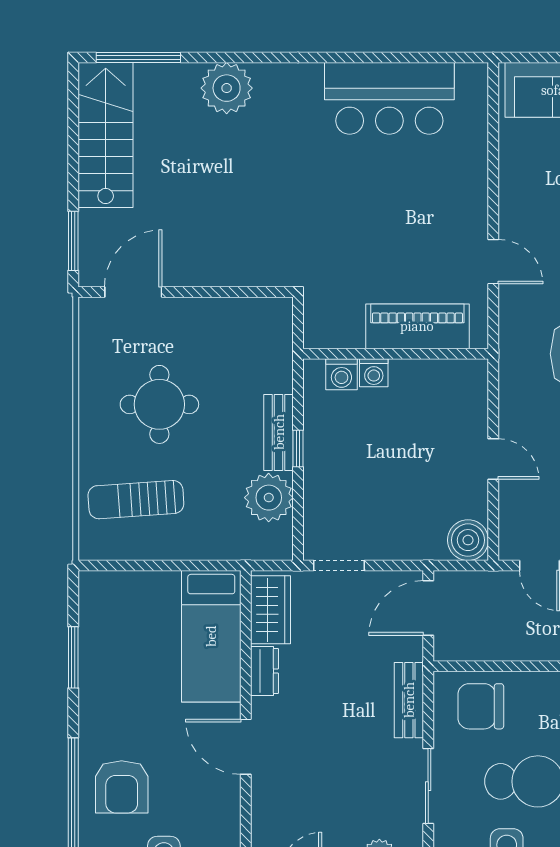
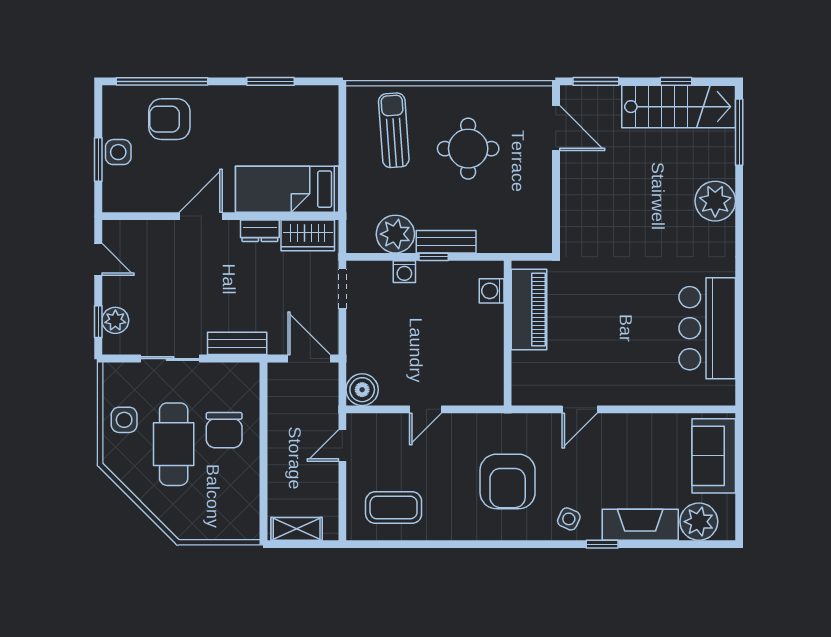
window: (73, 138) -> (676, 81), added
piano: (417, 326) -> (529, 310), moved
washing machine: (374, 373) -> (404, 272), moved, turned -90
chair: (481, 706) -> (224, 430), moved, turned 180

